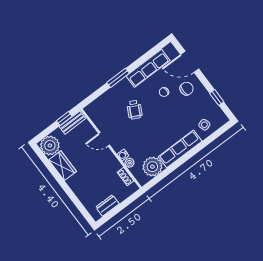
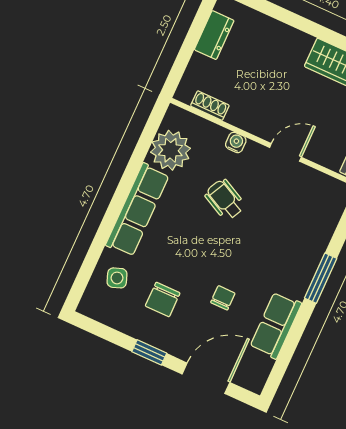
row of seats: (148, 68) -> (276, 325), width x0.68
chair: (187, 89) -> (163, 299), moved
window: (217, 98) -> (149, 352), moved
wheelchair: (135, 110) -> (225, 200), moved
plant: (129, 163) -> (216, 135), removed

